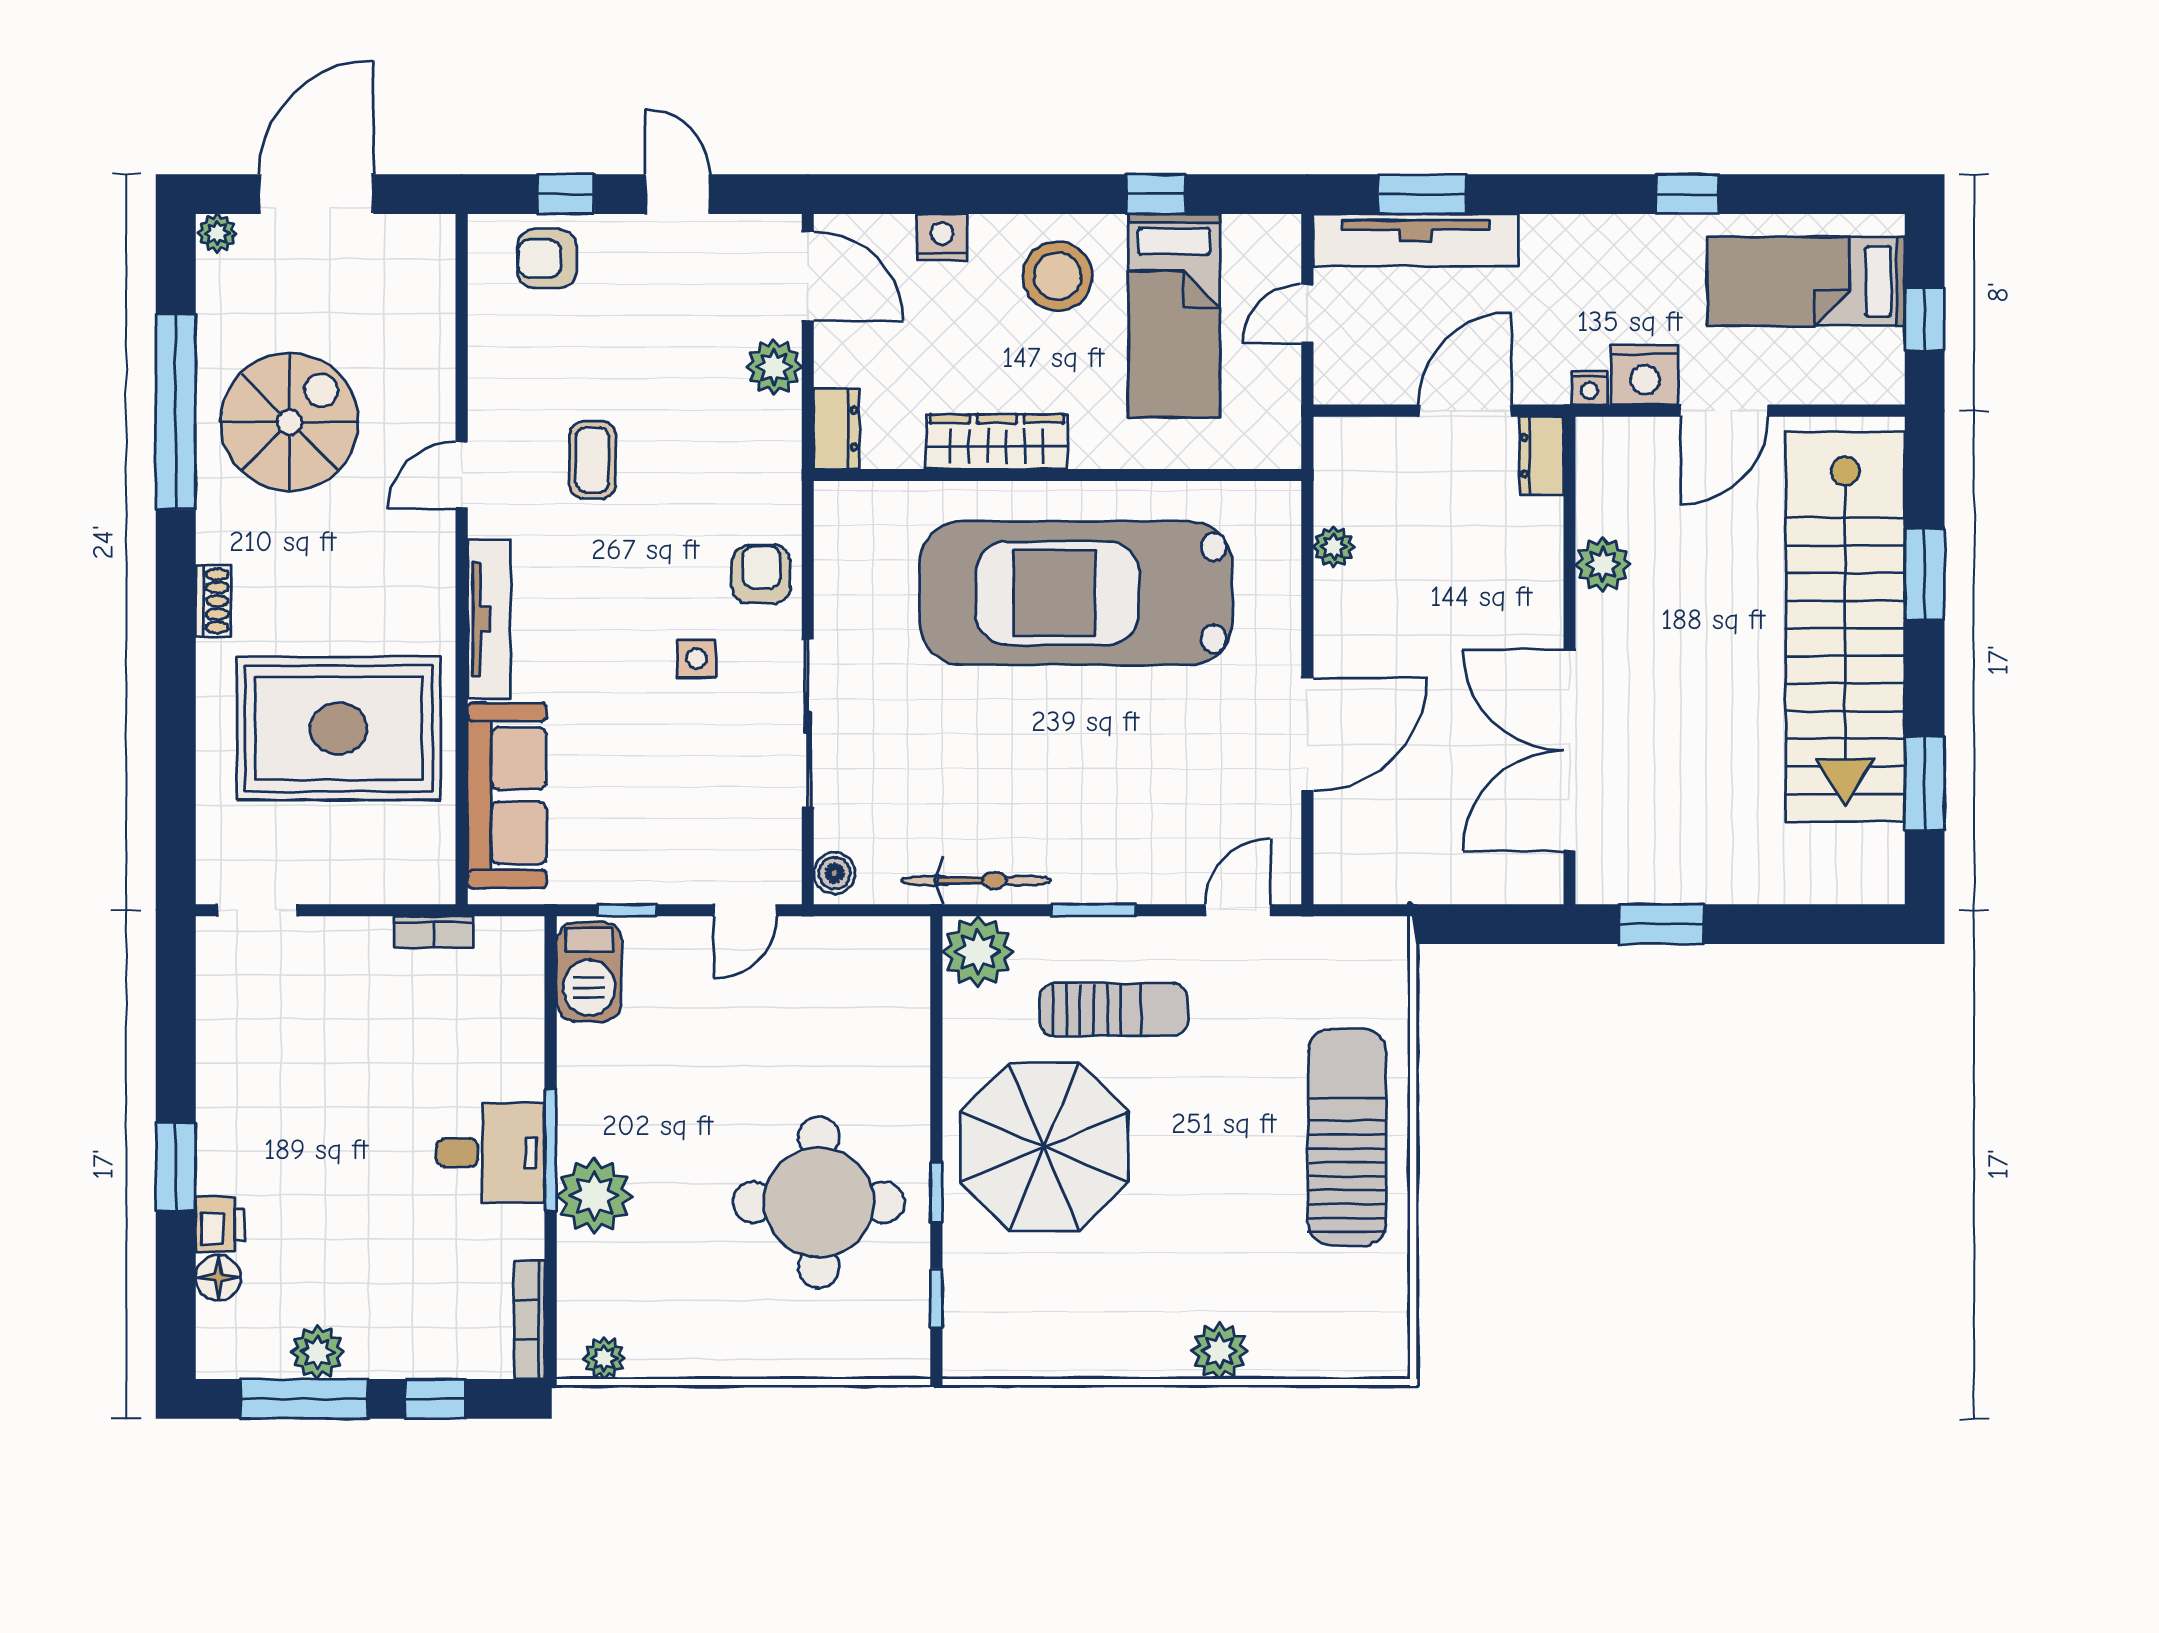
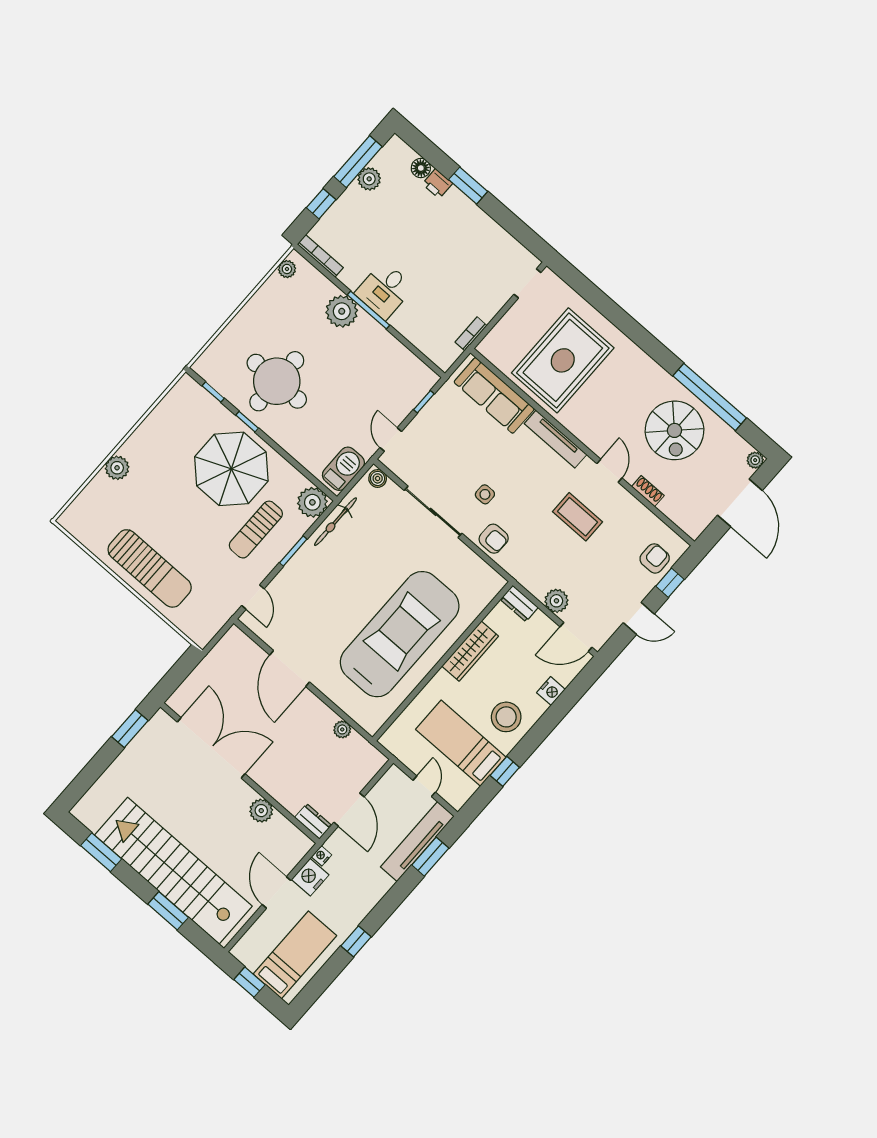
coffee table: (592, 460) -> (578, 517), width x1.36, depth x1.30
shoe rack: (213, 601) -> (648, 491), moved, turned 180
barbecue: (589, 972) -> (343, 469), moved, turned 90

